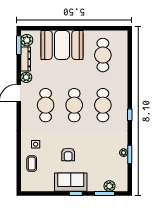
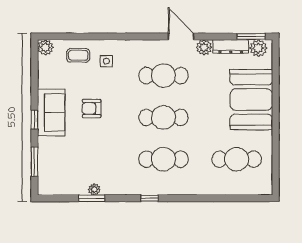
plant: (109, 186) -> (45, 47), moved

